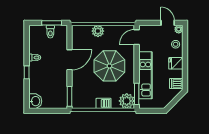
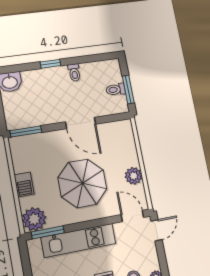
door: (168, 23) -> (156, 230), moved
plant: (98, 31) -> (134, 176), moved

